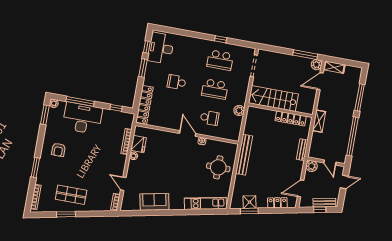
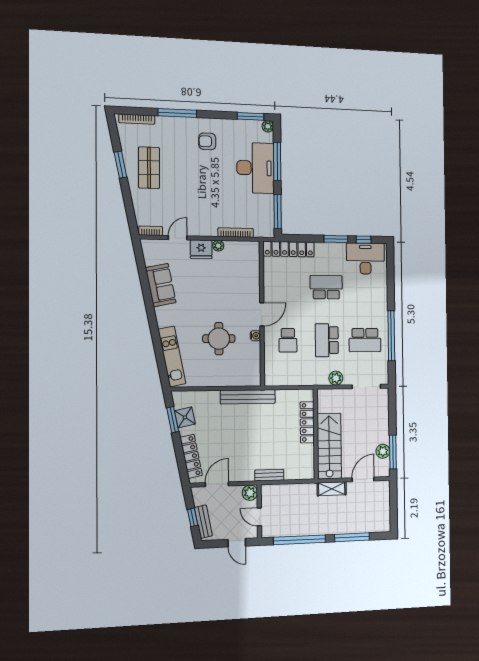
window: (221, 39) -> (391, 336), width x3.17
school desk: (220, 60) -> (365, 340), turned -90
plant: (317, 65) -> (383, 451), moved
shelving: (334, 67) -> (384, 494), removed
door: (320, 81) -> (363, 479), hinge flipped
school desk: (177, 82) -> (326, 287), width x1.85
stairs: (273, 99) -> (329, 446), moved
window: (116, 108) -> (278, 211), width x2.17
plant: (239, 110) -> (336, 378), moved
locker: (291, 118) -> (307, 422), moved
shelving: (319, 121) -> (332, 489), moved
fridge: (139, 144) -> (201, 249), moved
door: (330, 162) -> (259, 517), hinge flipped
window: (35, 167) -> (177, 113), width x1.44
round table: (218, 167) -> (219, 339), moved
door: (301, 188) -> (217, 484), hinge flipped
locker: (277, 203) -> (191, 456), width x1.53

